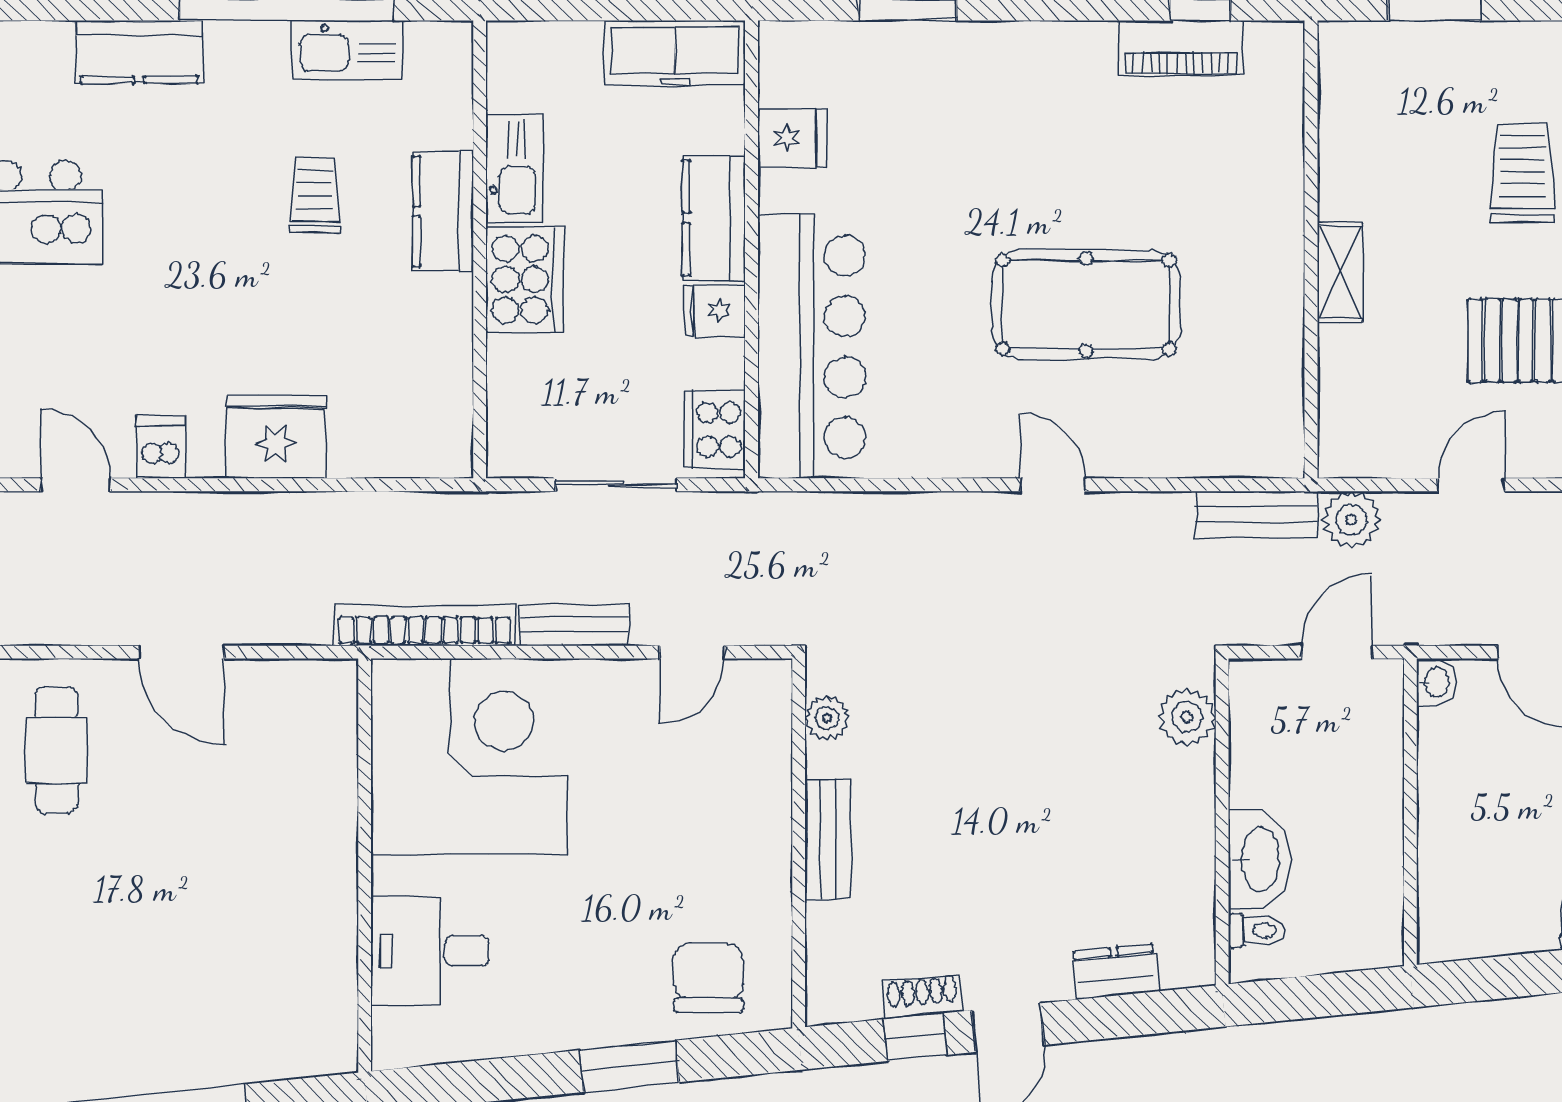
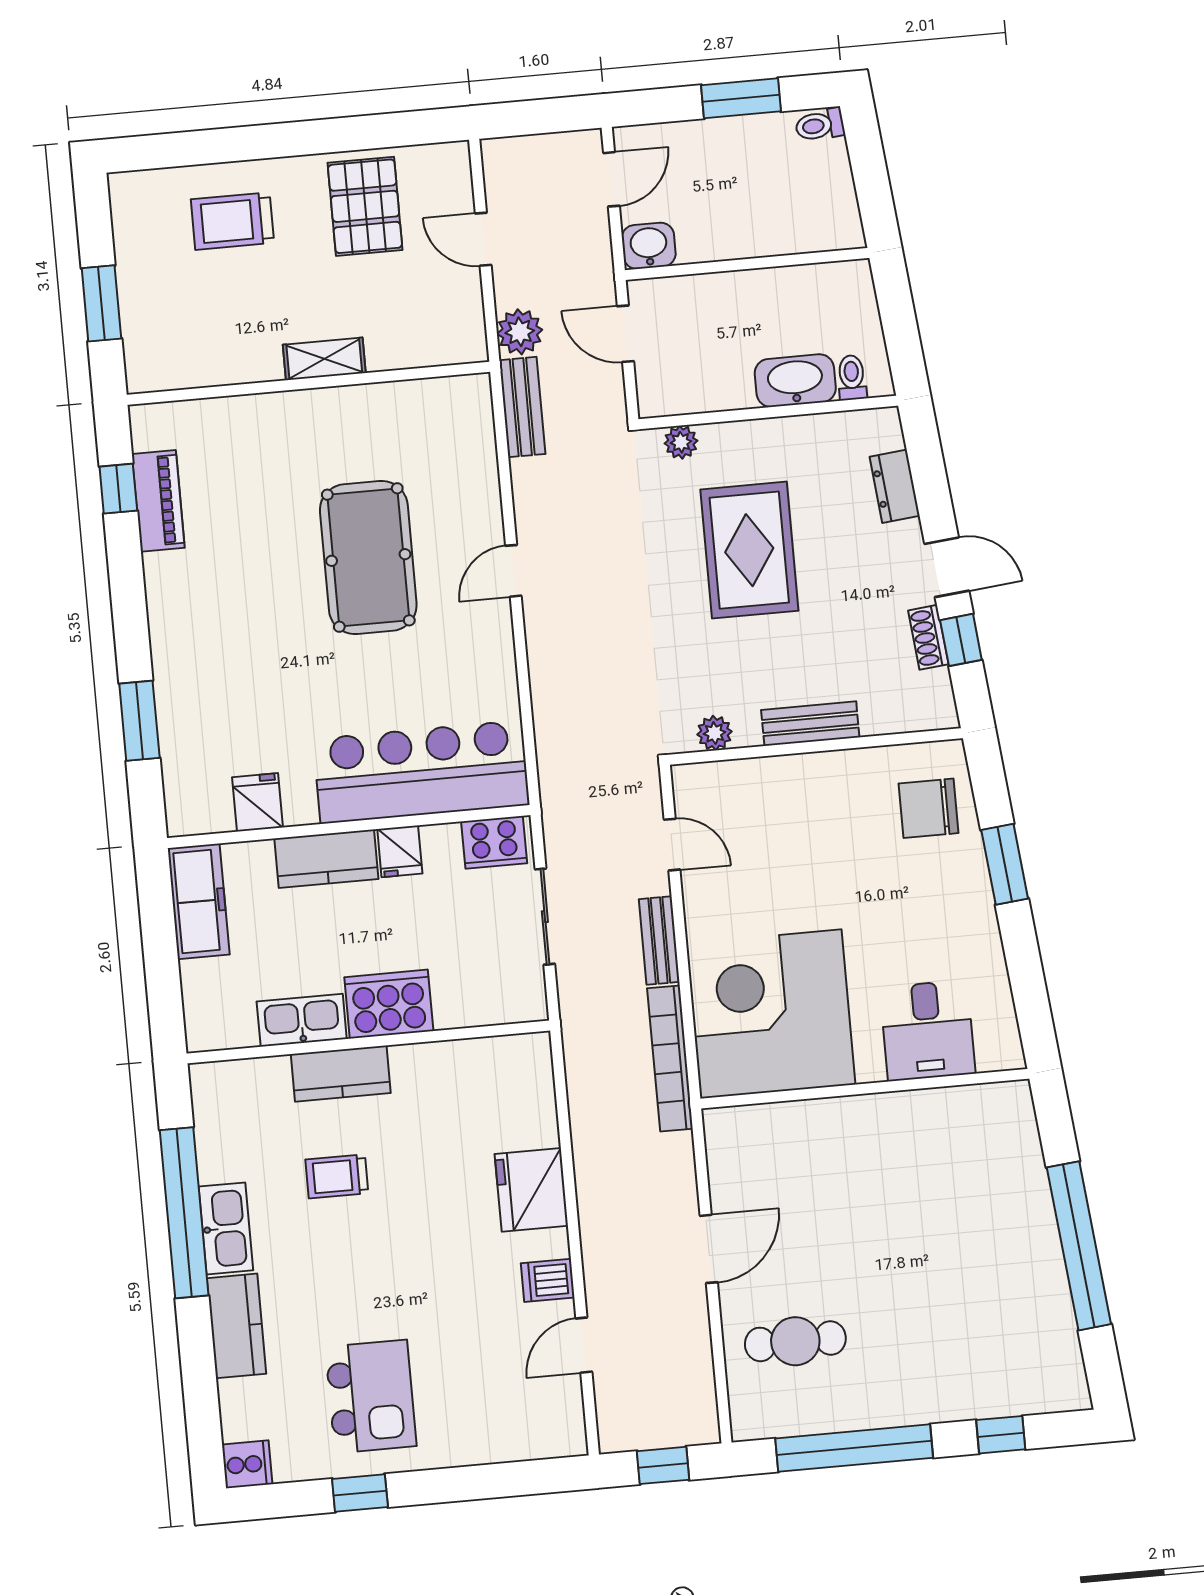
kitchen sink: (347, 50) -> (226, 1228), moved
washbasin: (1436, 682) -> (649, 246), width x1.38, depth x1.45
plant: (1187, 717) -> (681, 442), width x0.73, depth x0.73
rug: (1052, 782) -> (749, 550), added

